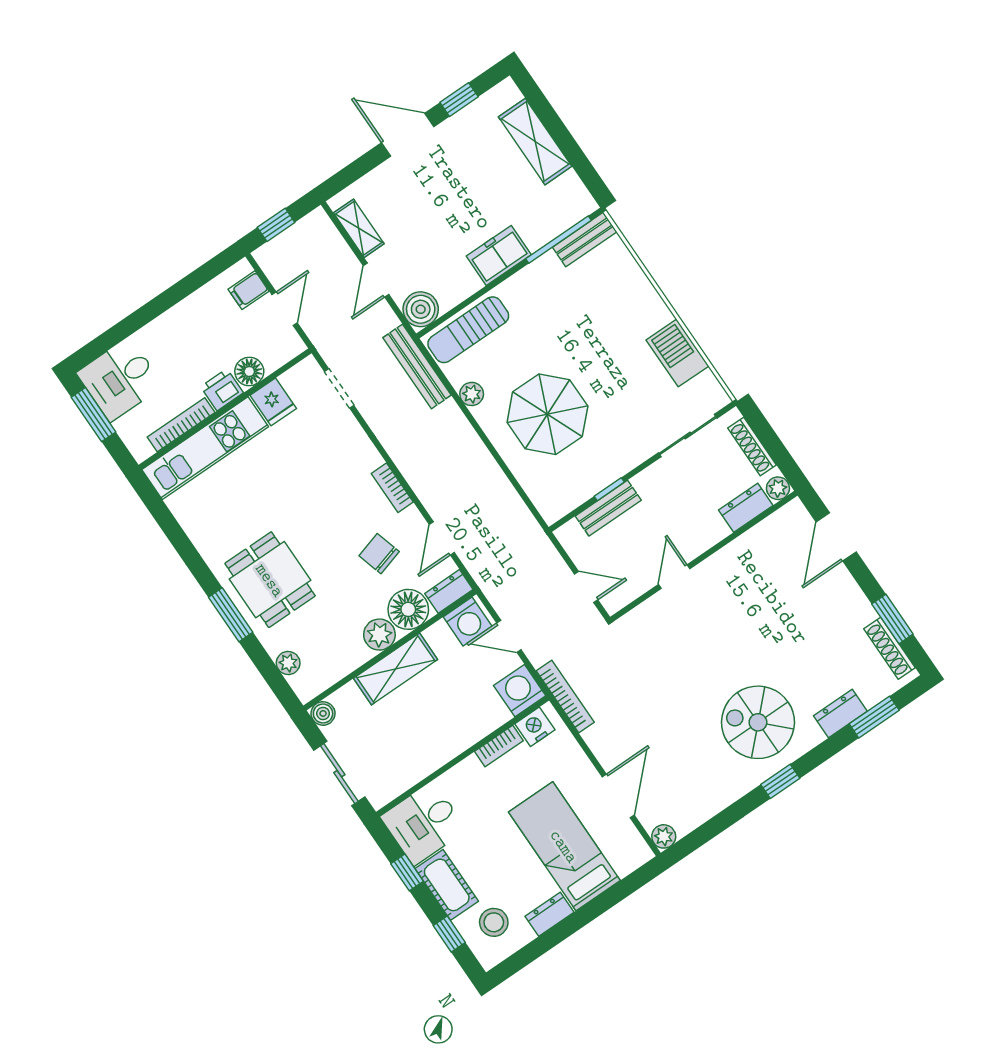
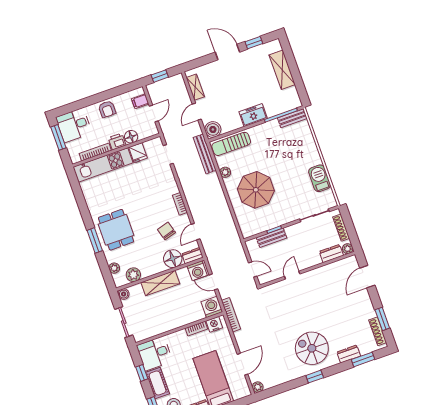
armchair: (182, 326) -> (107, 109), added
plant: (379, 635) -> (133, 275), moved

